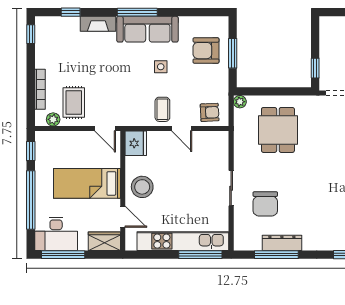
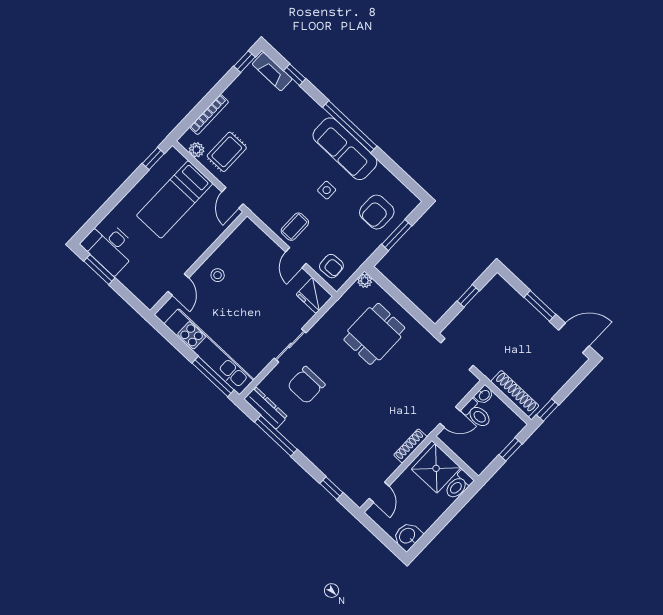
window: (137, 12) -> (350, 127), width x1.46
fireplace: (98, 24) -> (272, 72), moved
armchair: (206, 51) -> (377, 212), turned -90
window: (315, 68) -> (468, 296), moved
fridge: (136, 143) -> (314, 295), moved, turned 90
bed: (87, 183) -> (175, 199), moved, turned -90
stool: (142, 187) -> (218, 275), width x0.53, depth x0.53
window: (31, 200) -> (115, 199), removed
wardrobe: (104, 241) -> (144, 291), removed
dresser: (282, 243) -> (266, 408), moved
window: (63, 255) -> (99, 269), width x0.69

